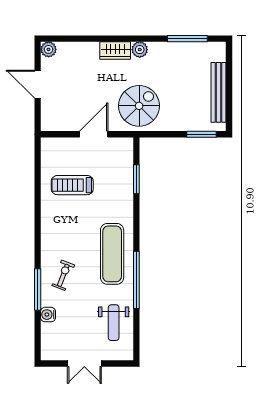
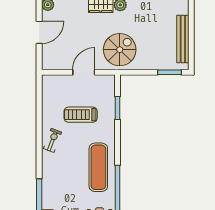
door: (38, 84) -> (39, 32), swing flipped
treadmill: (72, 185) -> (81, 115), moved
exercise bike: (63, 275) -> (53, 140), moved

